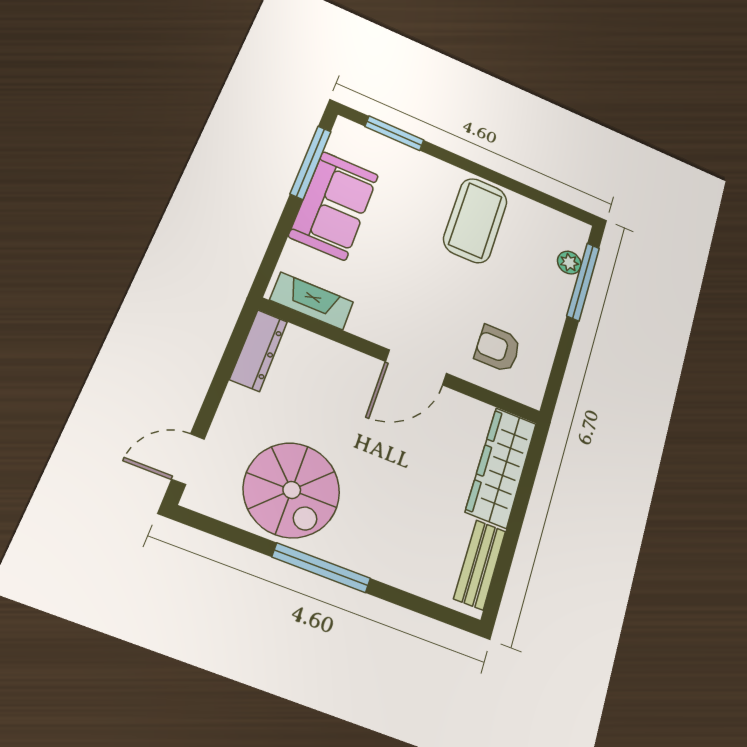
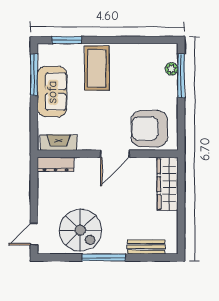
coffee table: (475, 220) -> (97, 68), moved
armchair: (498, 349) -> (149, 129), width x1.88, depth x1.88
dresser: (259, 350) -> (56, 164), moved, turned 90
bench: (480, 565) -> (146, 247), moved, turned 90

